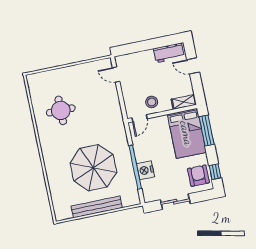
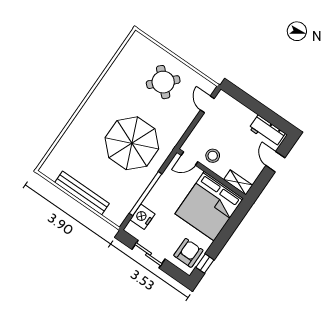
round table: (61, 110) -> (163, 82), moved, turned 45
window: (207, 131) -> (232, 224), removed
bed: (187, 133) -> (209, 206), width x1.36
parasol: (93, 168) -> (132, 143), moved
nightstand: (145, 170) -> (142, 217), moved

